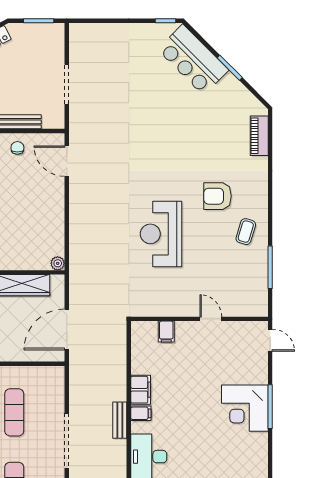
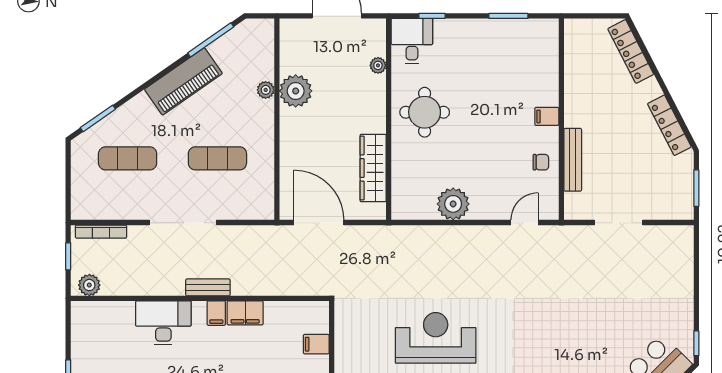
door: (67, 161) -> (525, 223), width x0.73
plant: (58, 263) -> (453, 204), moved, width x1.88, depth x1.88

